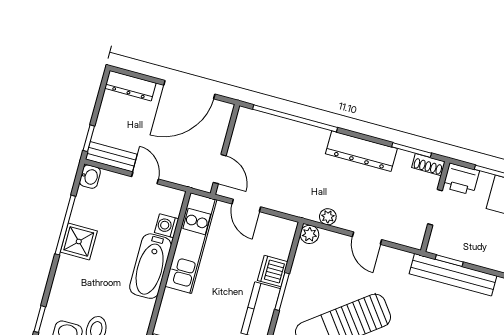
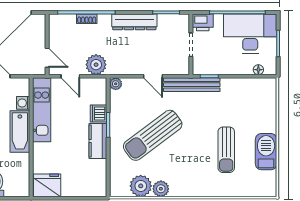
shoe rack: (428, 165) -> (87, 19), moved
plant: (328, 217) -> (96, 65), moved, width x1.87, depth x1.87
bench: (453, 275) -> (192, 85), moved

